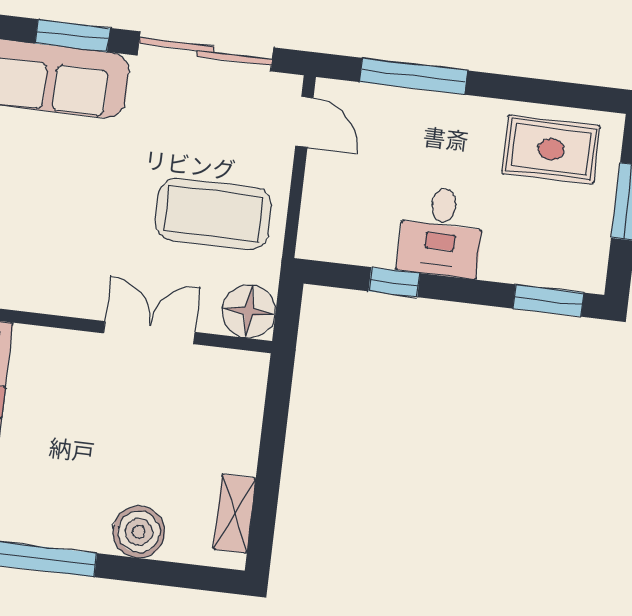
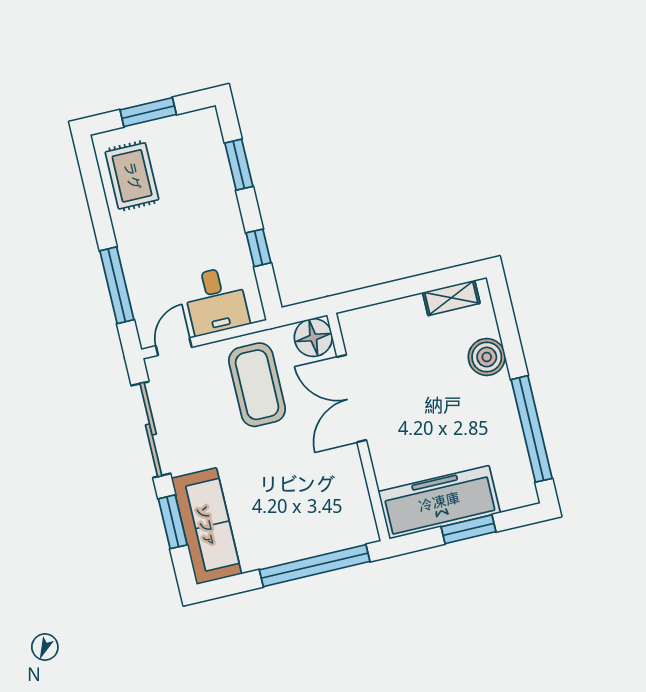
desk: (441, 232) -> (216, 301), moved, turned 90
window: (548, 301) -> (239, 165), moved
double door: (149, 333) -> (352, 398), width x1.37

